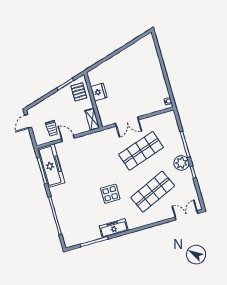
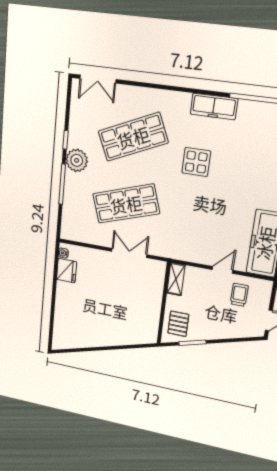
fridge: (99, 92) -> (67, 271), moved, turned 180
door: (68, 138) -> (223, 270), swing flipped

